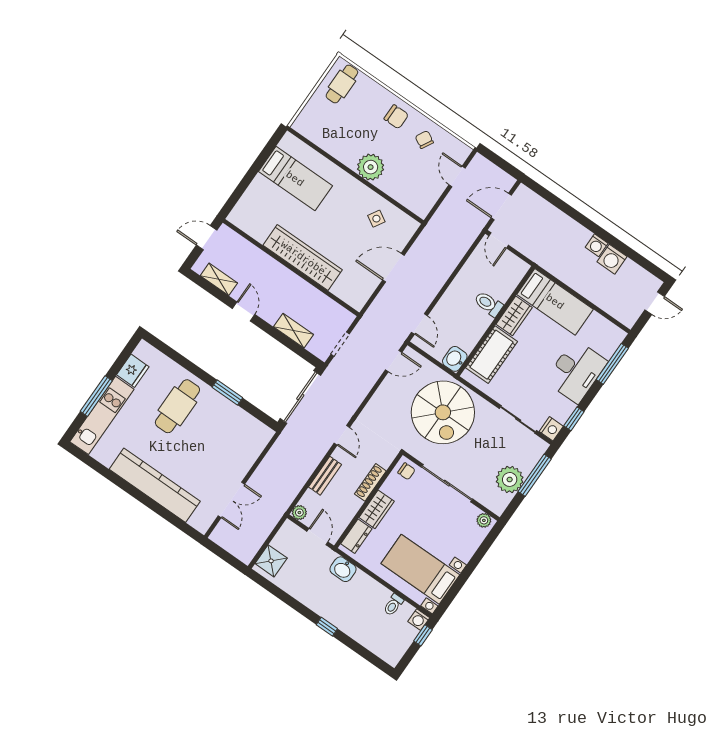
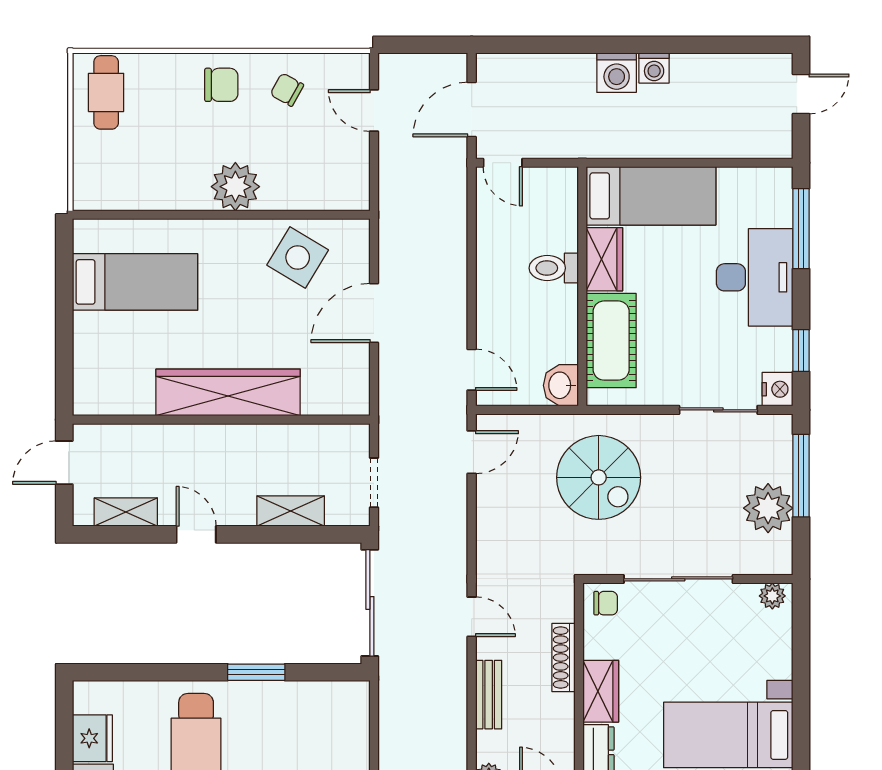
side table: (376, 219) -> (298, 257), width x1.87, depth x1.87
washing machine: (612, 259) -> (617, 73), moved
spiral stairs: (443, 412) -> (599, 477), width x0.73, depth x0.73

